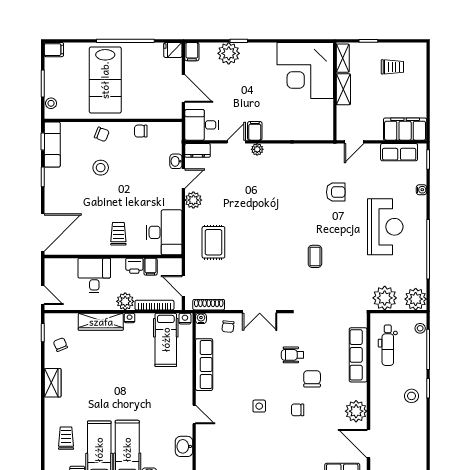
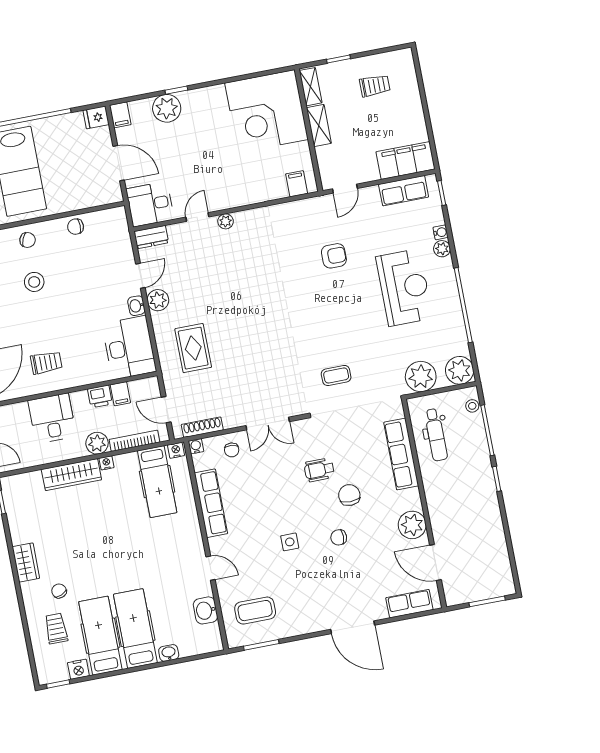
filing cabinet: (255, 131) -> (297, 184), moved
washbasin: (176, 161) -> (136, 306), moved
plant: (420, 203) -> (442, 249), added
trolley: (118, 234) -> (46, 363), moved, turned 90
coffee table: (315, 256) -> (336, 375), moved, turned 90
chair: (60, 345) -> (59, 591), moved
stool: (411, 396) -> (478, 492), removed
coffee table: (222, 454) -> (255, 611), added

